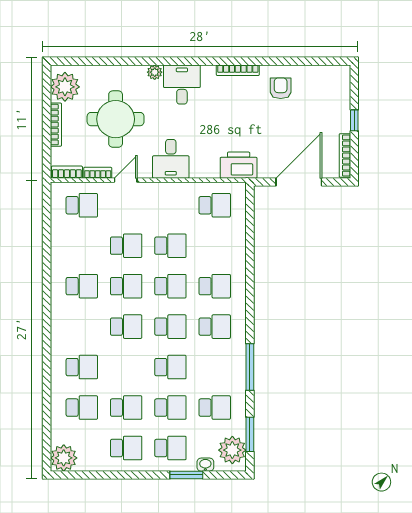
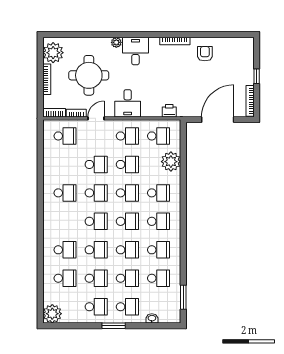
printer: (239, 165) -> (169, 111), width x0.53, depth x0.68
school desk: (170, 205) -> (127, 136), added
school desk: (126, 367) -> (96, 250), added
school desk: (215, 367) -> (159, 250), added
window: (250, 367) -> (183, 250), removed
plant: (232, 450) -> (171, 162), moved
window: (186, 475) -> (114, 326), moved

